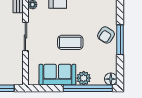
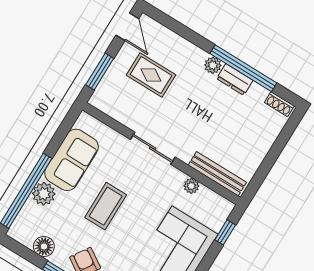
floor lamp: (111, 79) -> (44, 246), moved

